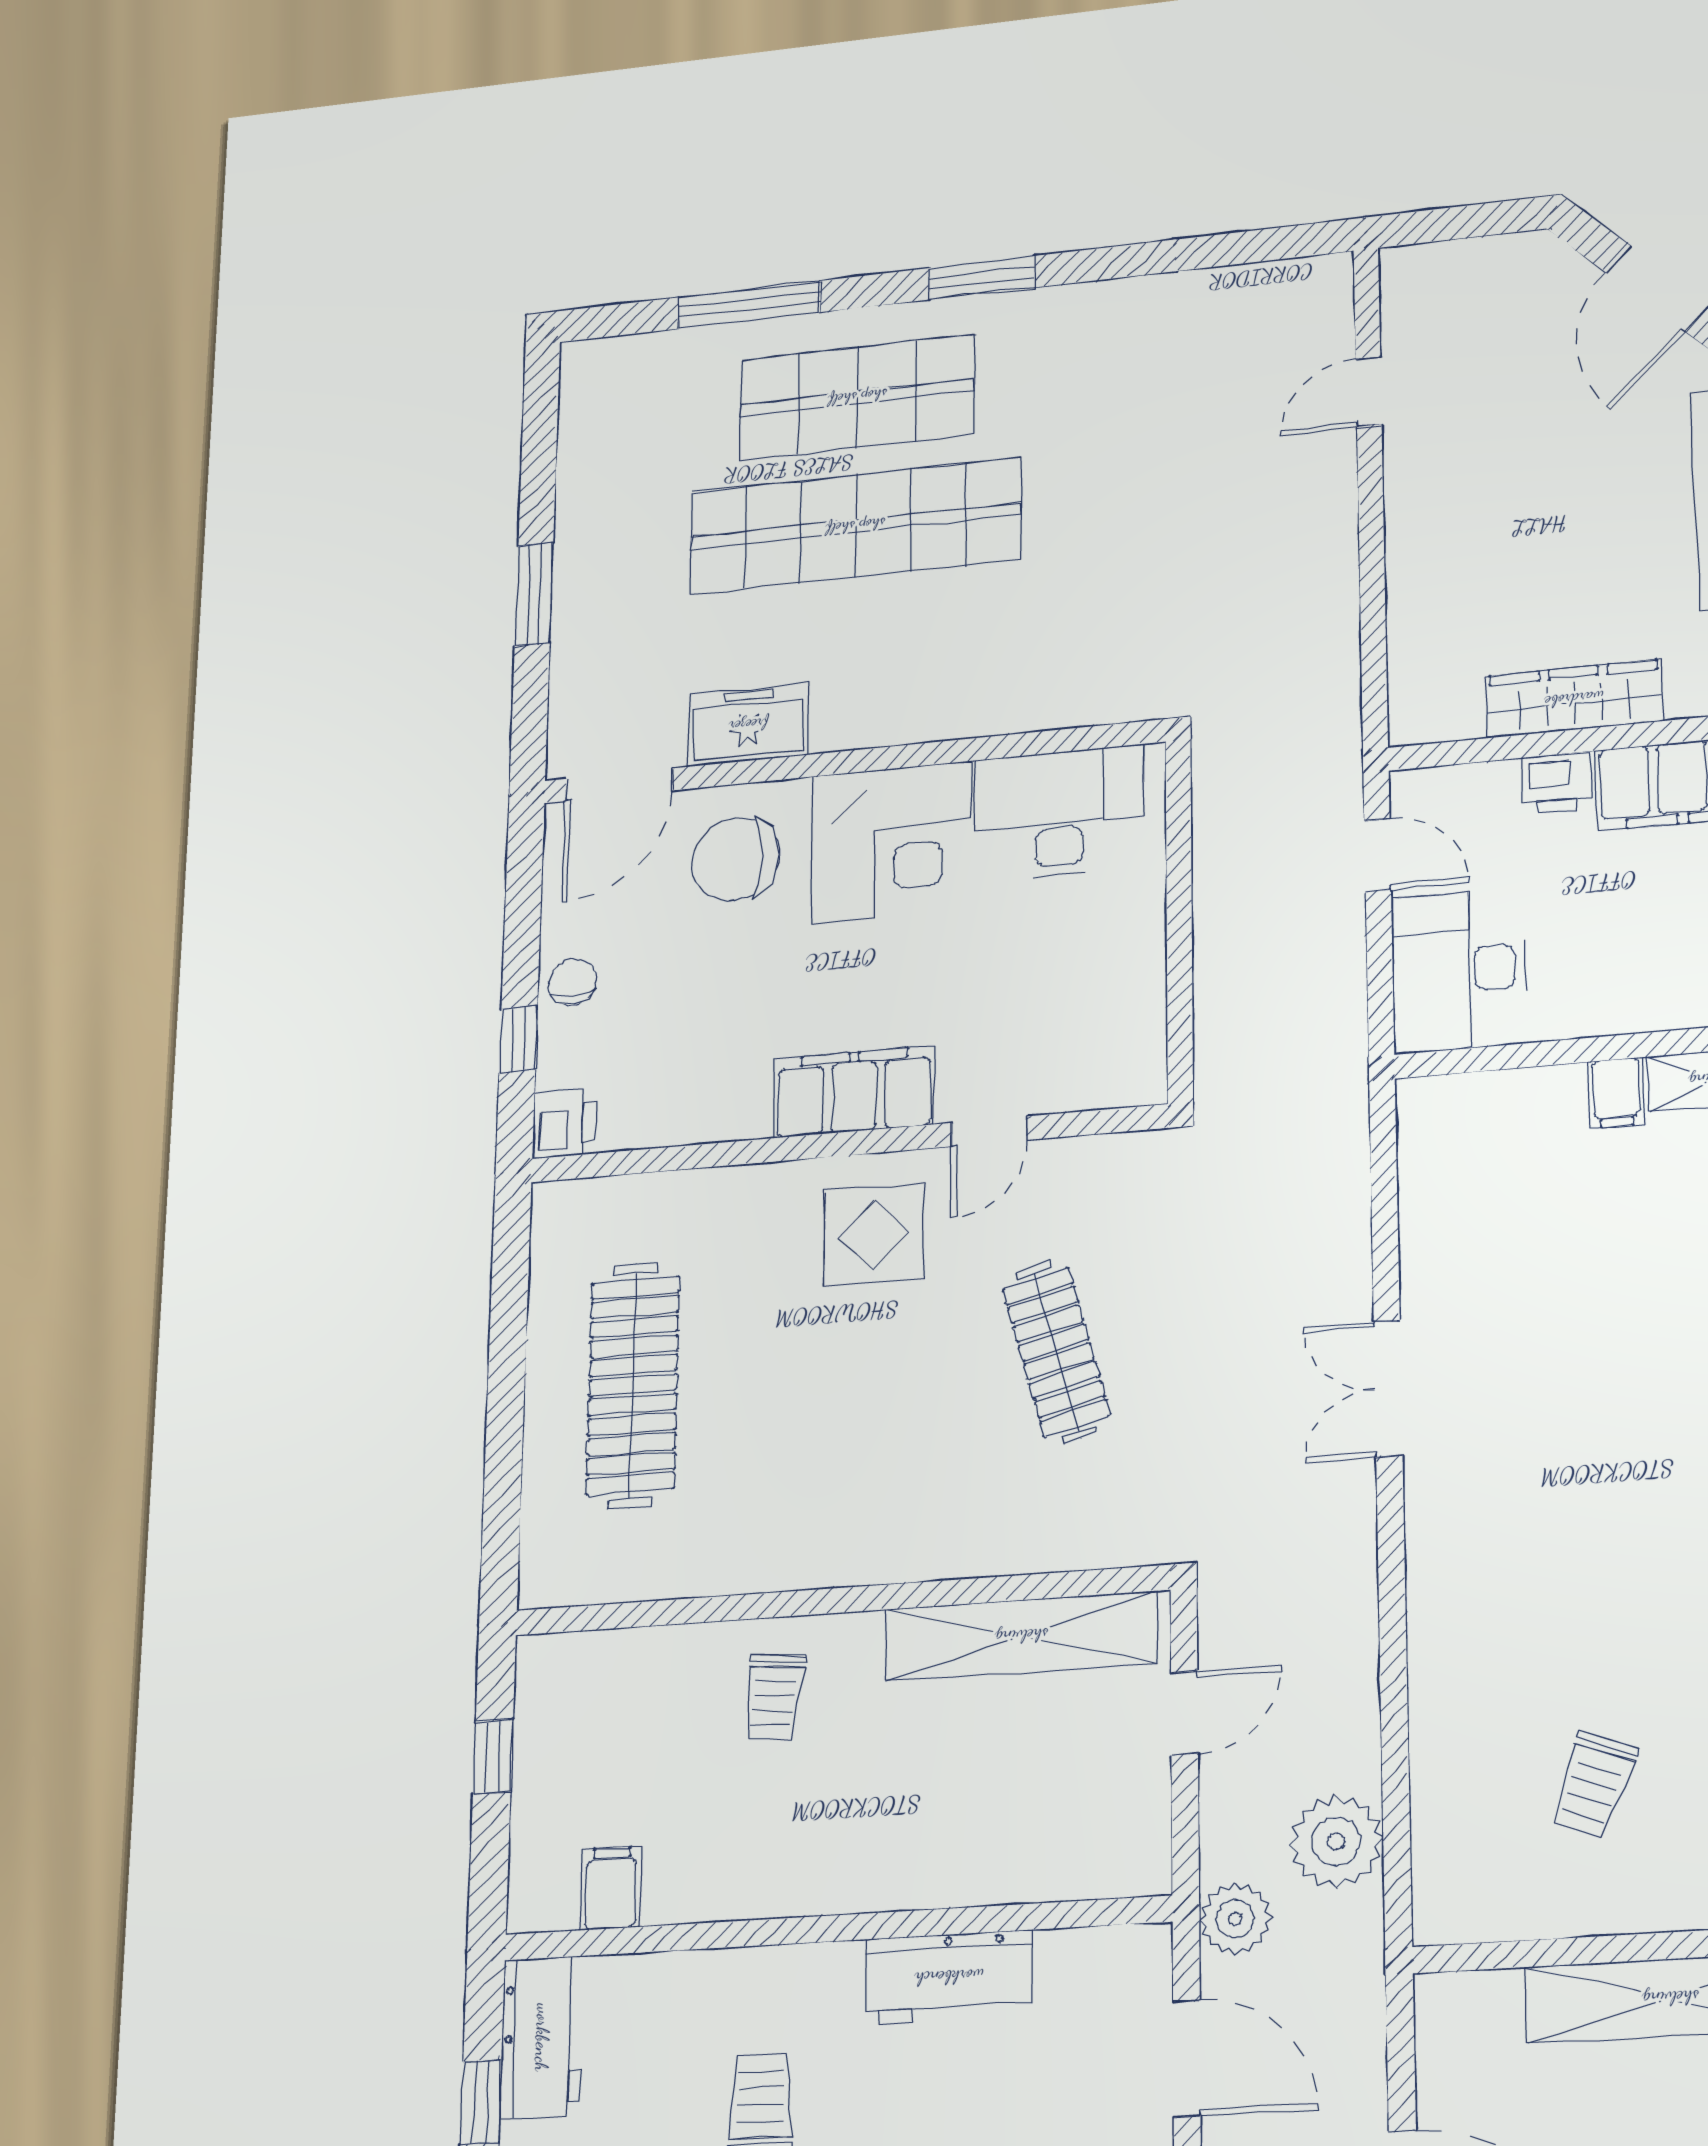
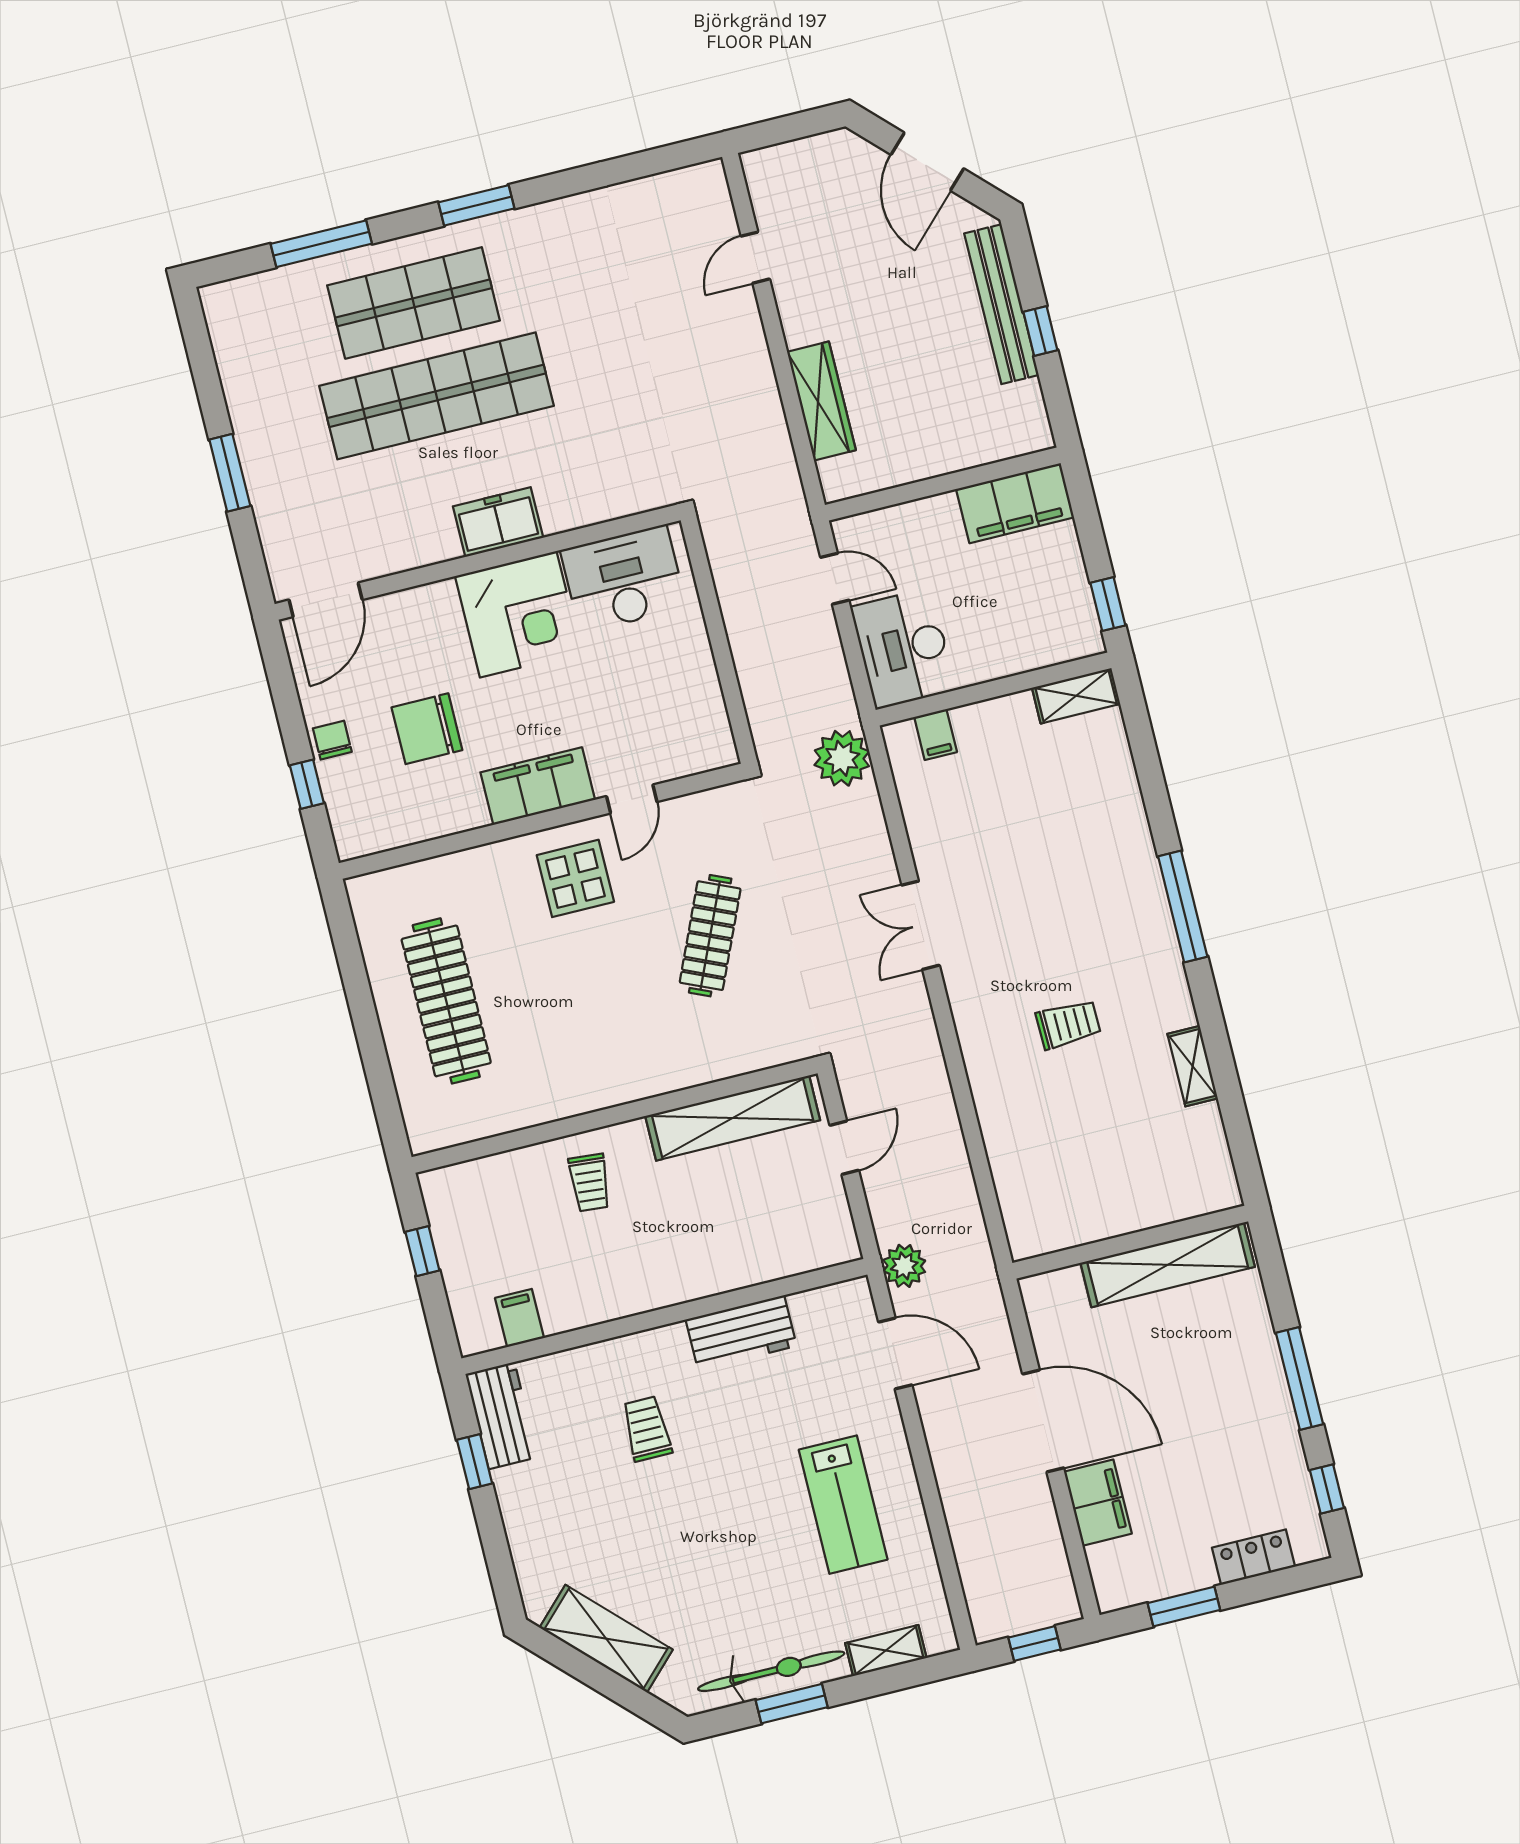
wardrobe: (1574, 699) -> (821, 401), moved, turned 90
freezer: (748, 725) -> (498, 522), moved
printer: (1556, 783) -> (937, 514), removed
chair: (736, 859) -> (427, 729), moved
filing cabinet: (1616, 1093) -> (936, 734), moved
printer: (564, 1123) -> (353, 836), removed
clothes rail: (1056, 1352) -> (710, 936), turned 39
trolley: (1593, 1785) -> (1068, 1024), moved, turned -112
plant: (1336, 1842) -> (842, 758), moved

